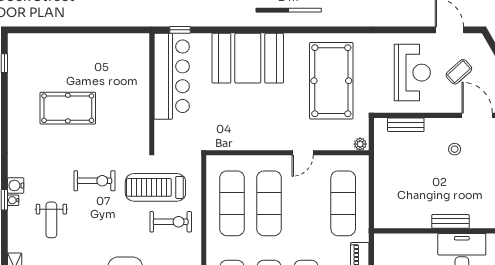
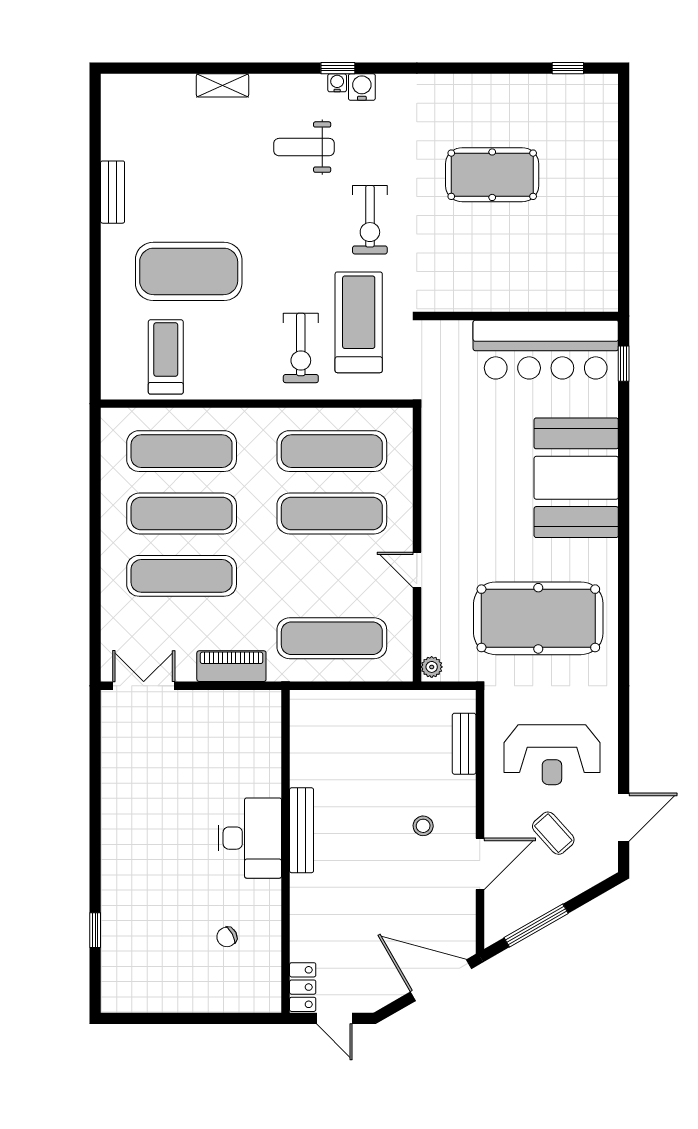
pool table: (68, 108) -> (492, 175), turned 90
bench: (450, 221) -> (302, 830), width x1.36

